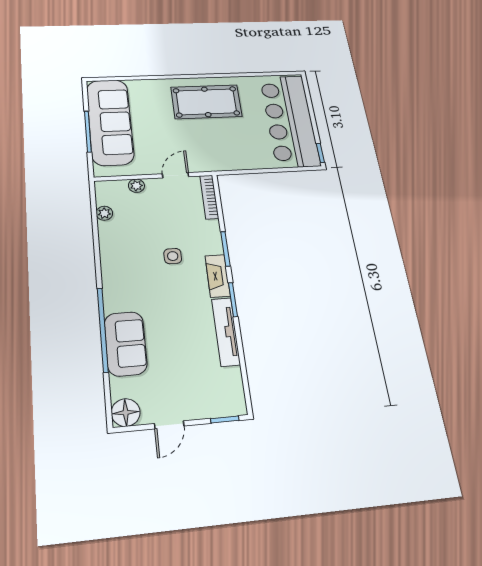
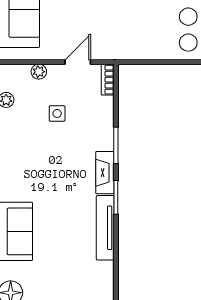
bookcase: (209, 197) -> (108, 80), width x0.64
side table: (173, 256) -> (57, 113), moved

